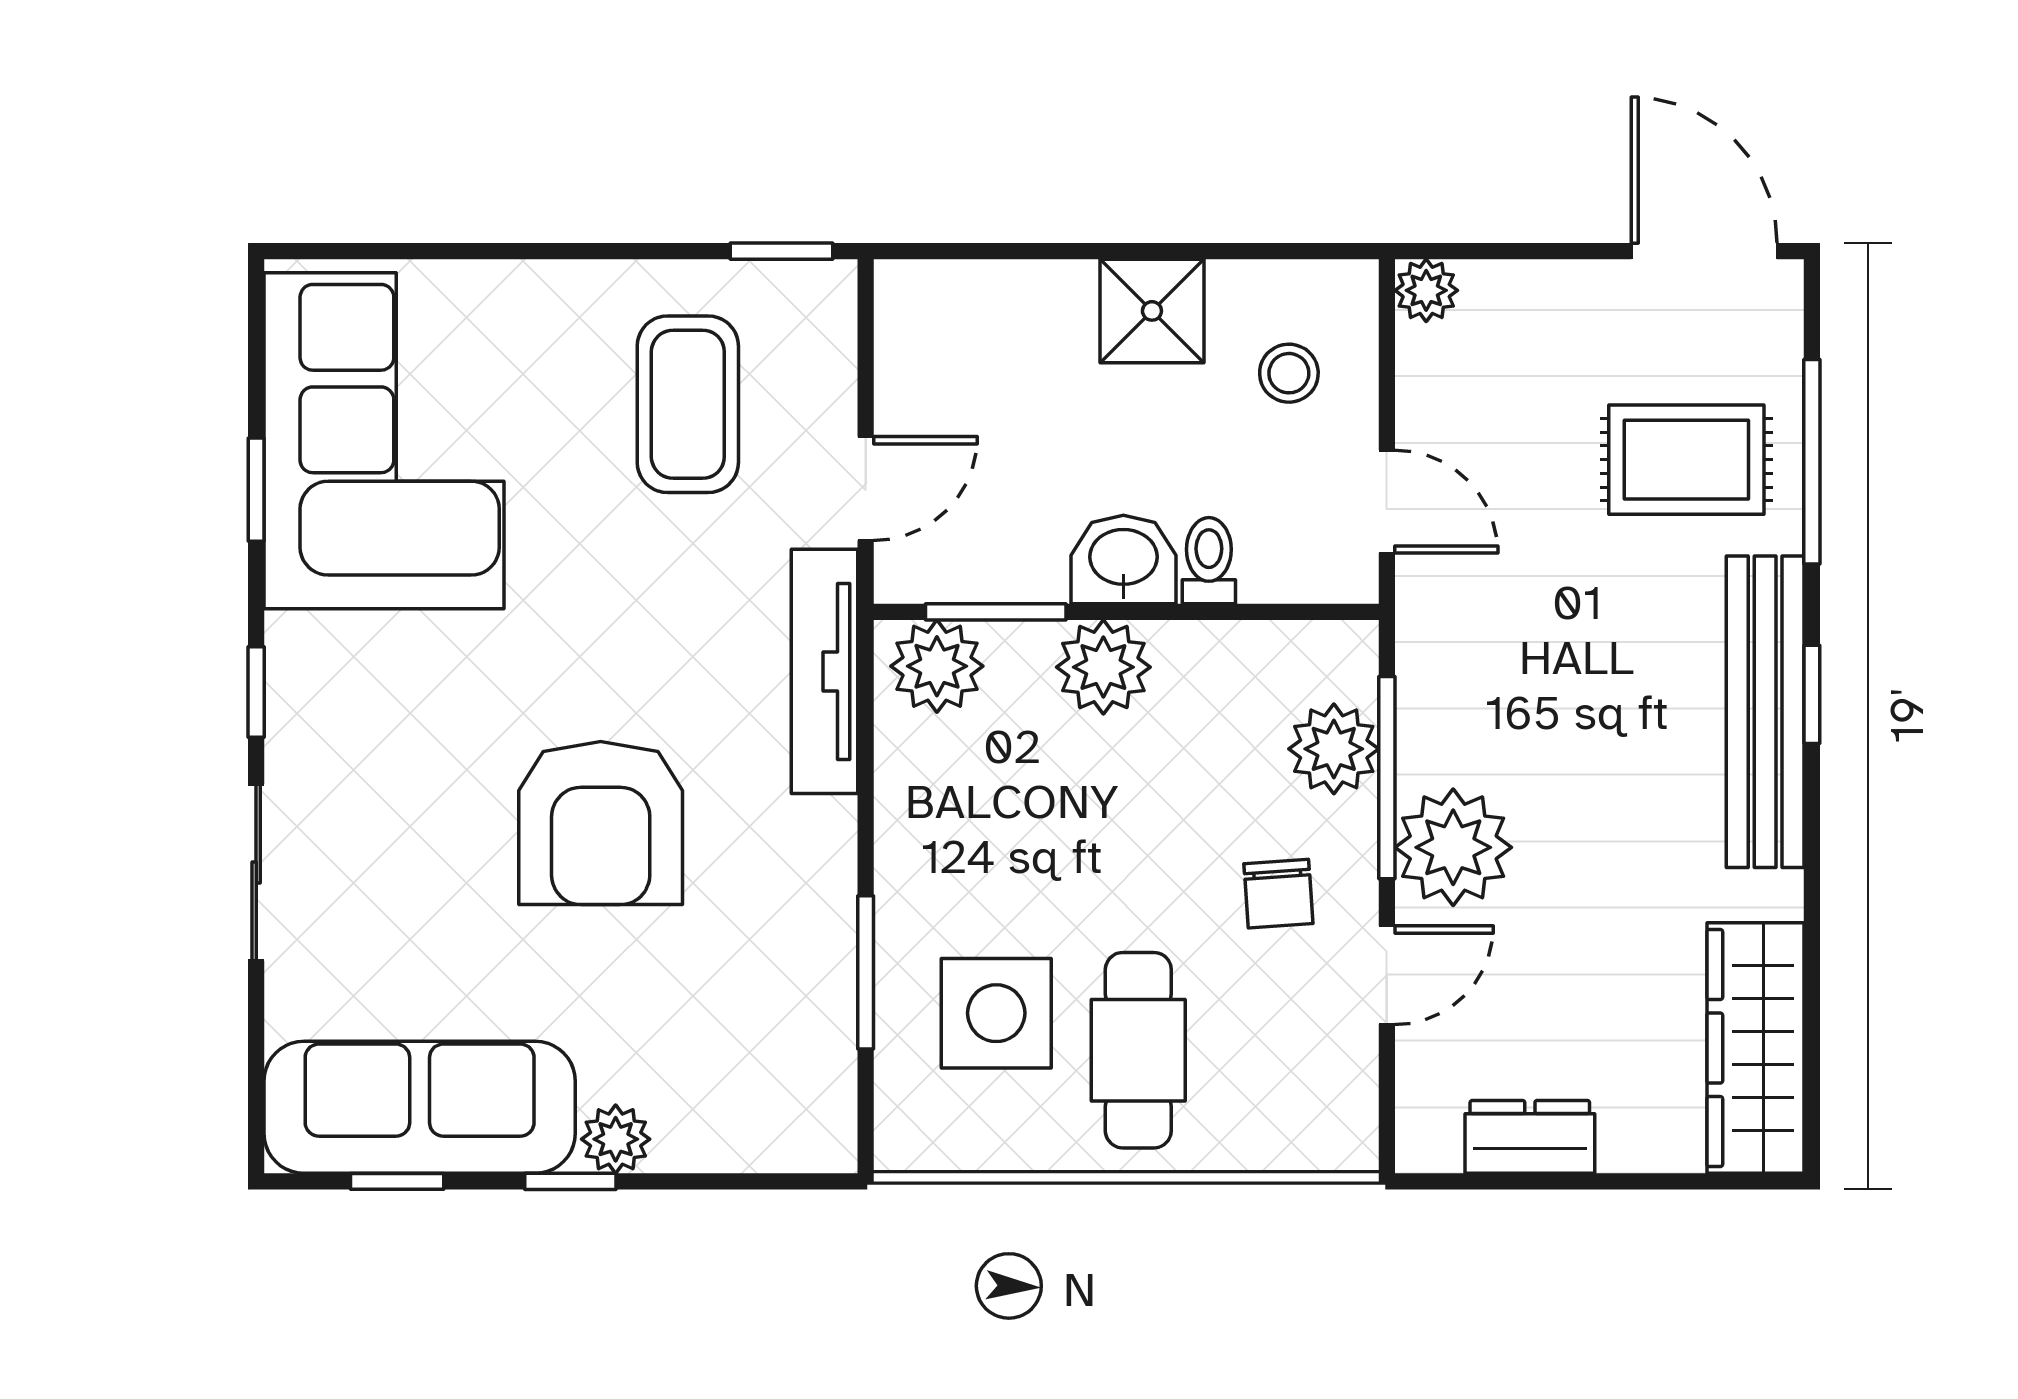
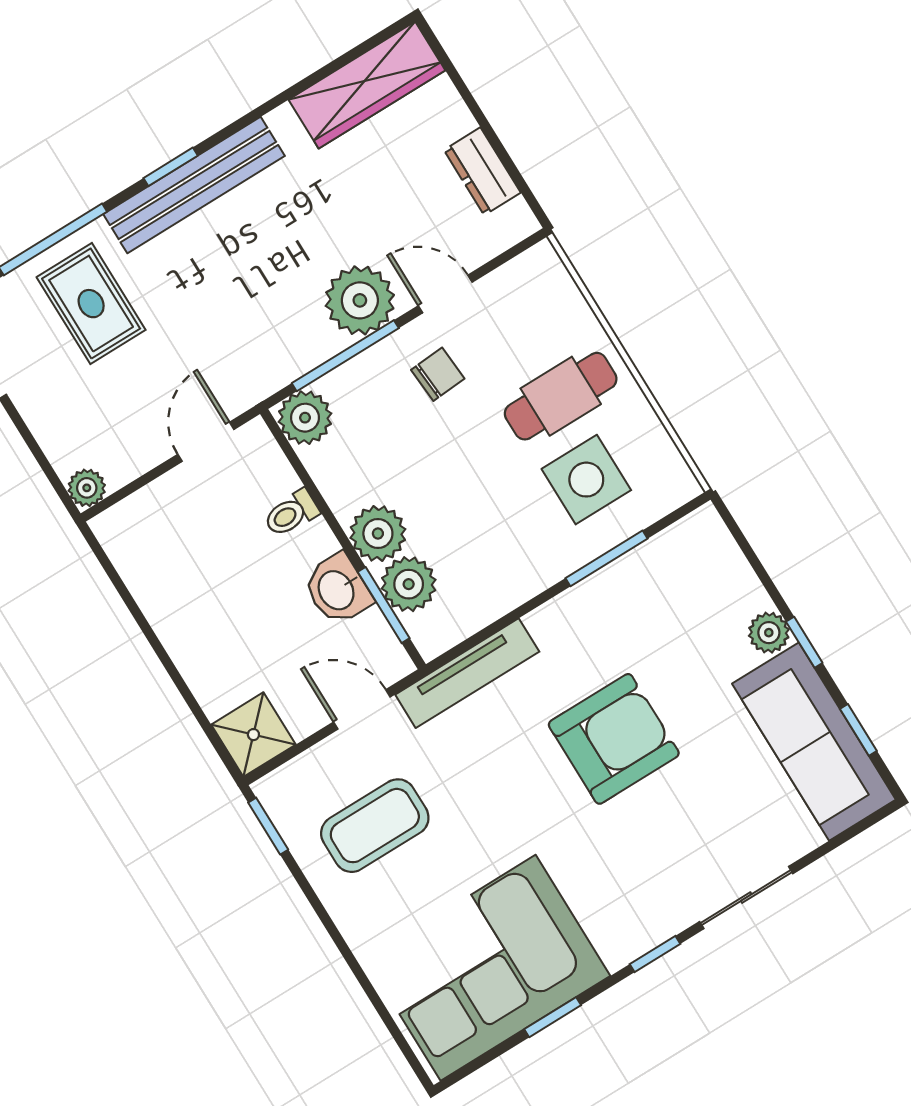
shower: (1152, 311) -> (253, 735), moved
stool: (1289, 373) -> (171, 531), removed
washbasin: (1123, 560) -> (337, 589), moved
plant: (937, 666) -> (409, 584), moved
plant: (1334, 749) -> (305, 418), moved

